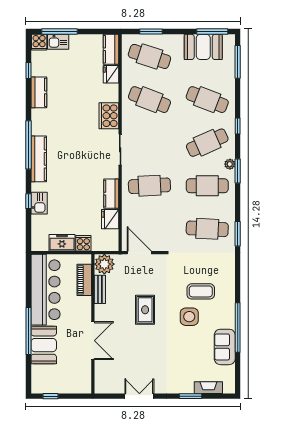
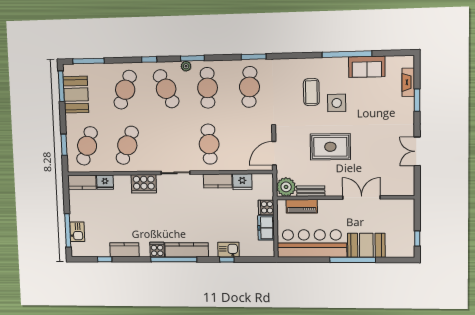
cooker: (39, 42) -> (157, 250), moved, turned -90
rug: (145, 310) -> (330, 147), width x1.36, depth x1.43

